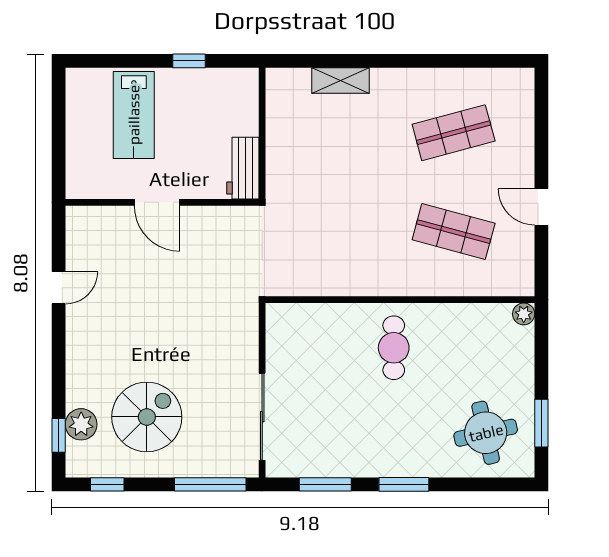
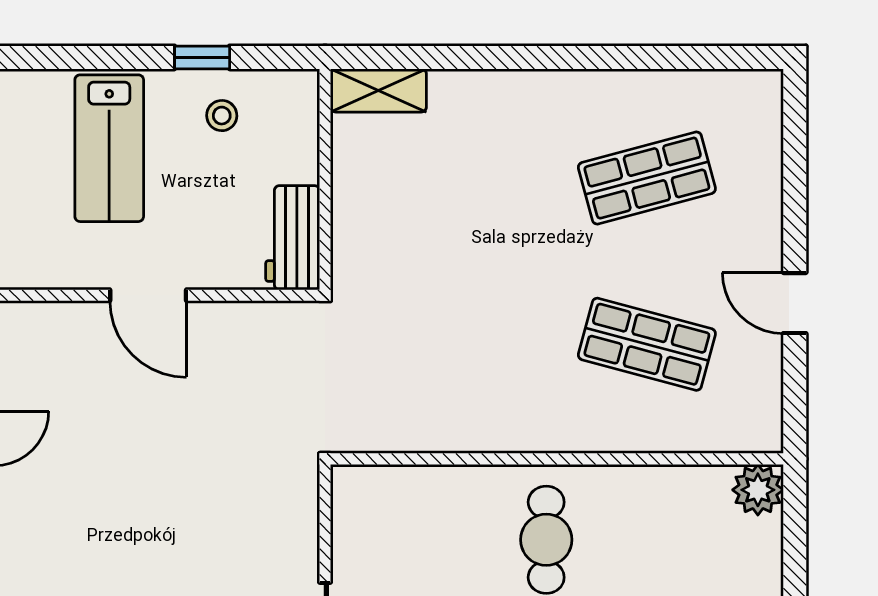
shelving: (340, 81) -> (378, 90), moved
stool: (201, 96) -> (222, 116), added
plant: (524, 314) -> (758, 490), width x1.38, depth x1.38

